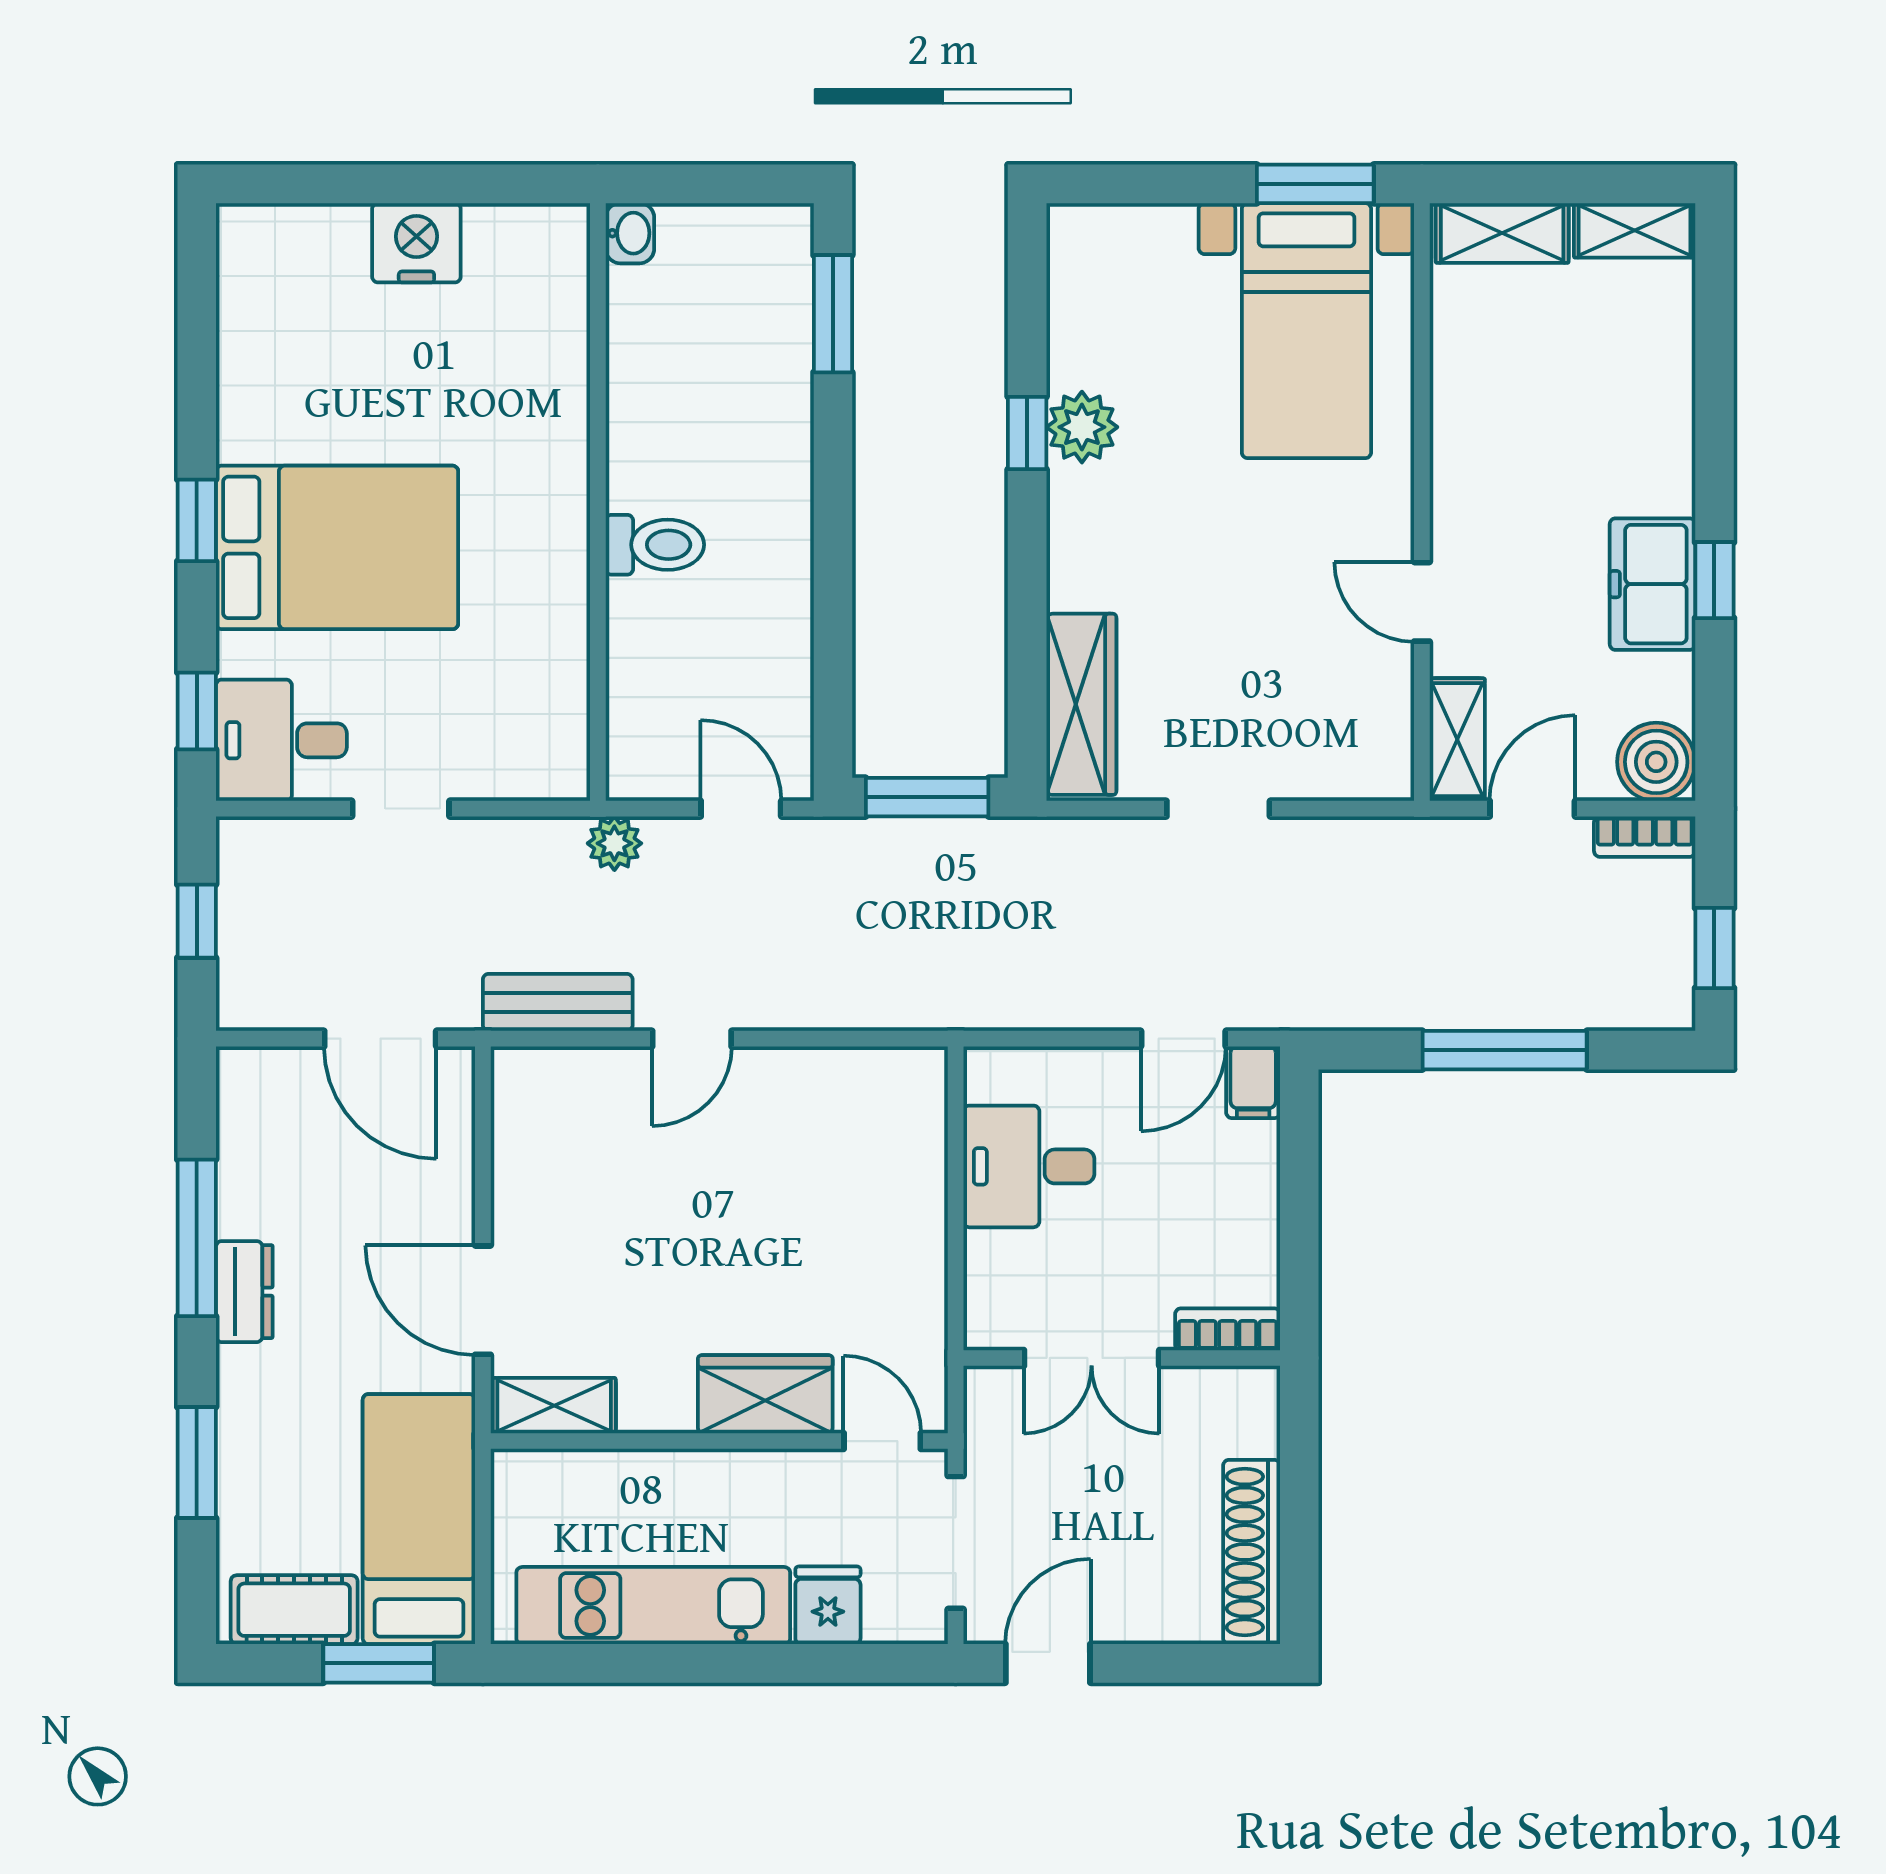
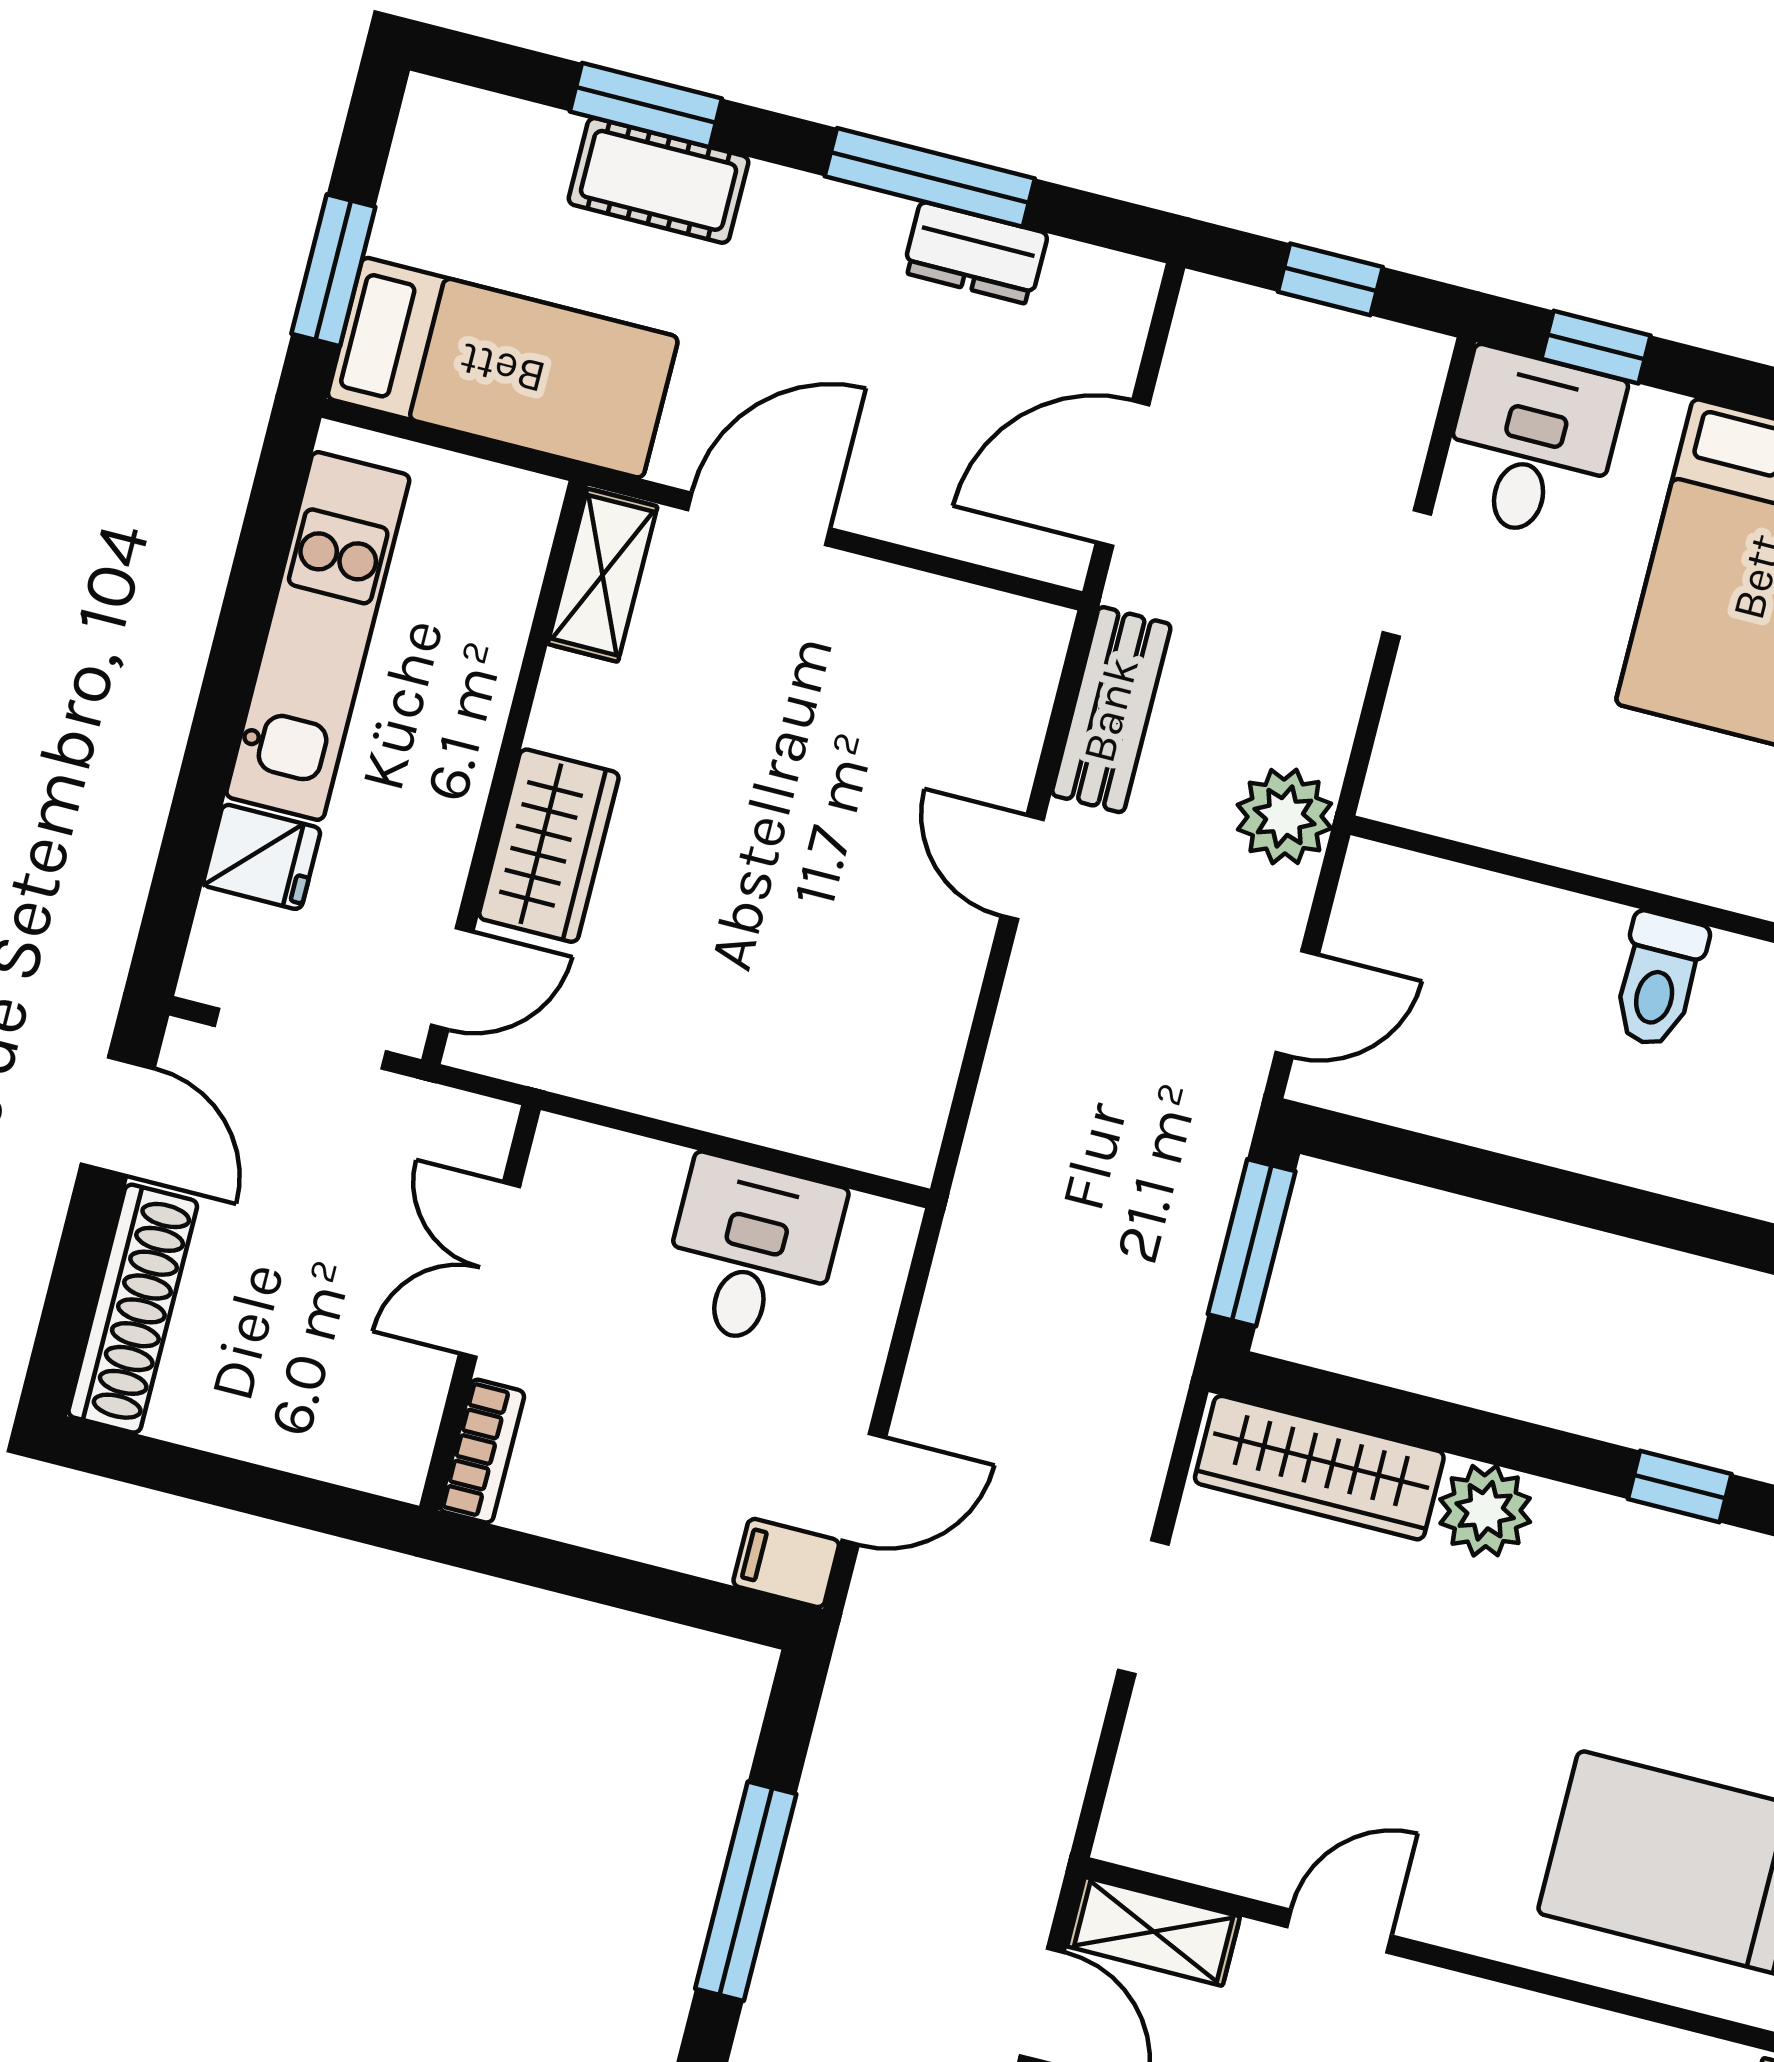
plant: (1082, 427) -> (1485, 1511), moved
plant: (614, 843) -> (1285, 816), width x1.38, depth x1.38
door: (1183, 1039) -> (864, 1489), swing flipped
dresser: (244, 1292) -> (975, 253), moved
shoe rack: (1252, 1552) -> (133, 1309), moved, turned 90
cot: (294, 1610) -> (659, 180), moved, turned 90

